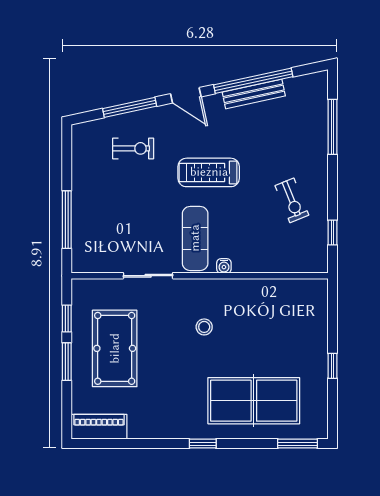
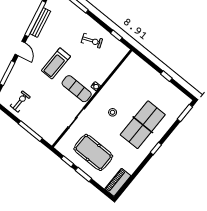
door: (186, 95) -> (20, 48), hinge flipped
exercise bike: (133, 148) -> (20, 101), moved
table tennis table: (254, 401) -> (143, 125), moved

